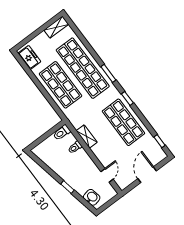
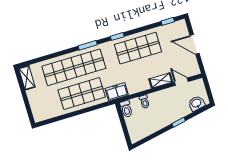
freezer: (29, 57) -> (117, 92), moved
shelving: (87, 136) -> (161, 80), moved

